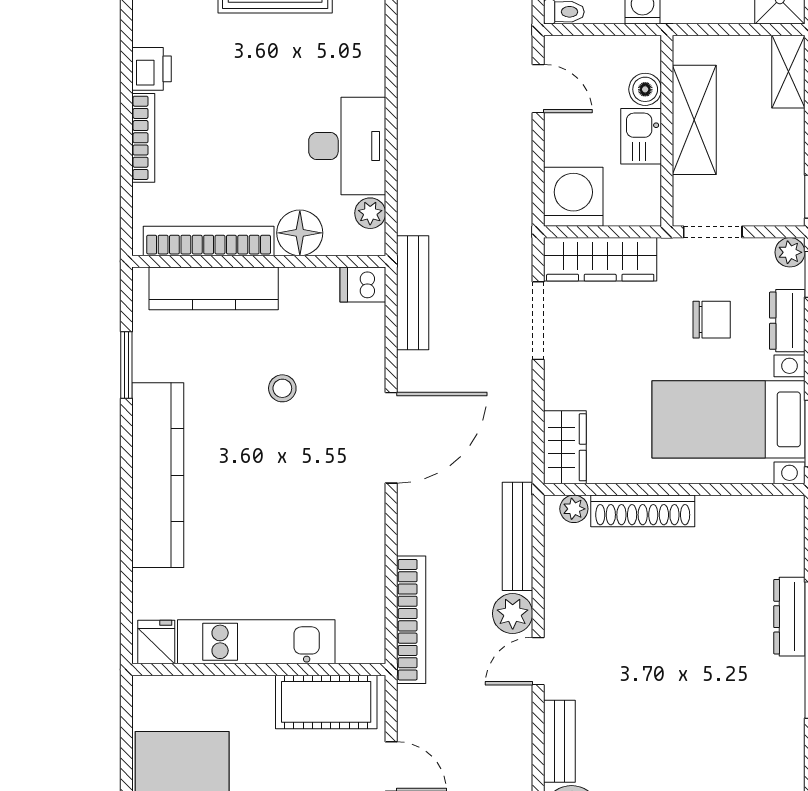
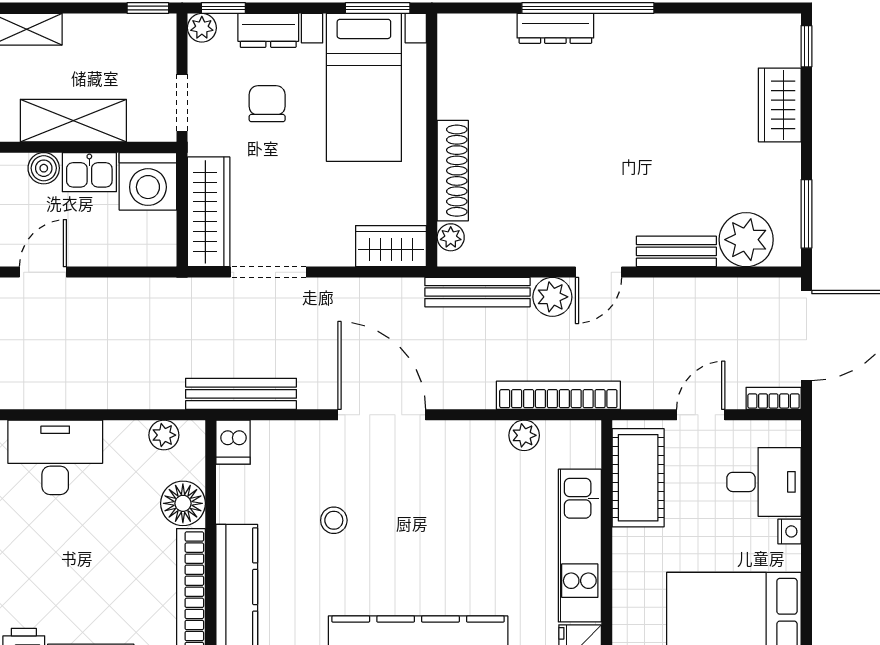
desk: (347, 146) -> (55, 457), moved
washing machine: (573, 197) -> (148, 181), moved, turned -90
plant: (370, 584) -> (524, 435), added
door: (538, 661) -> (599, 272), hinge flipped

